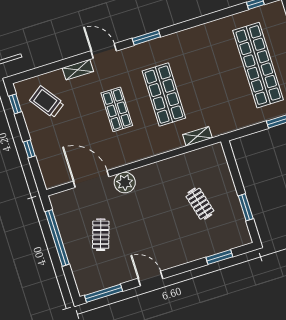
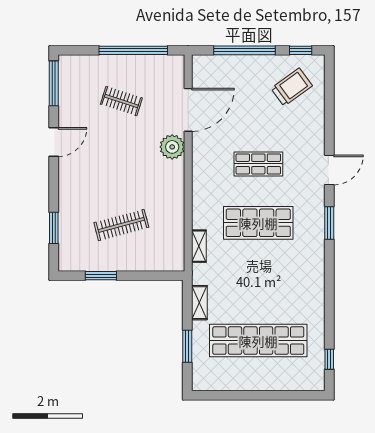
shelving: (78, 70) -> (199, 303), moved
window: (29, 149) -> (244, 50), width x3.17
clothes rail: (200, 204) -> (121, 225), width x1.36

